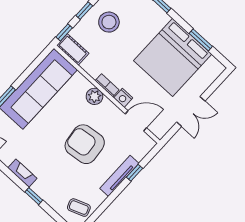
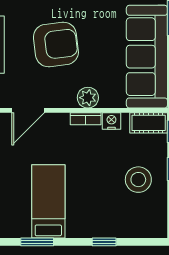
bed: (173, 57) -> (48, 201), width x0.49
nightstand: (123, 98) -> (111, 121), moved

